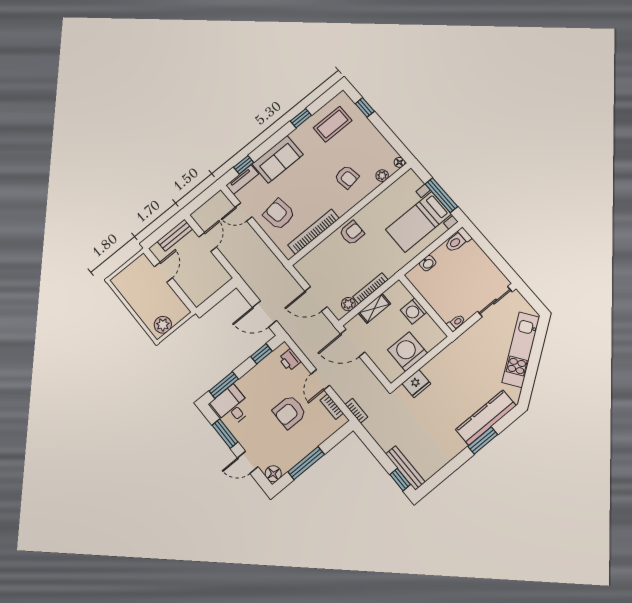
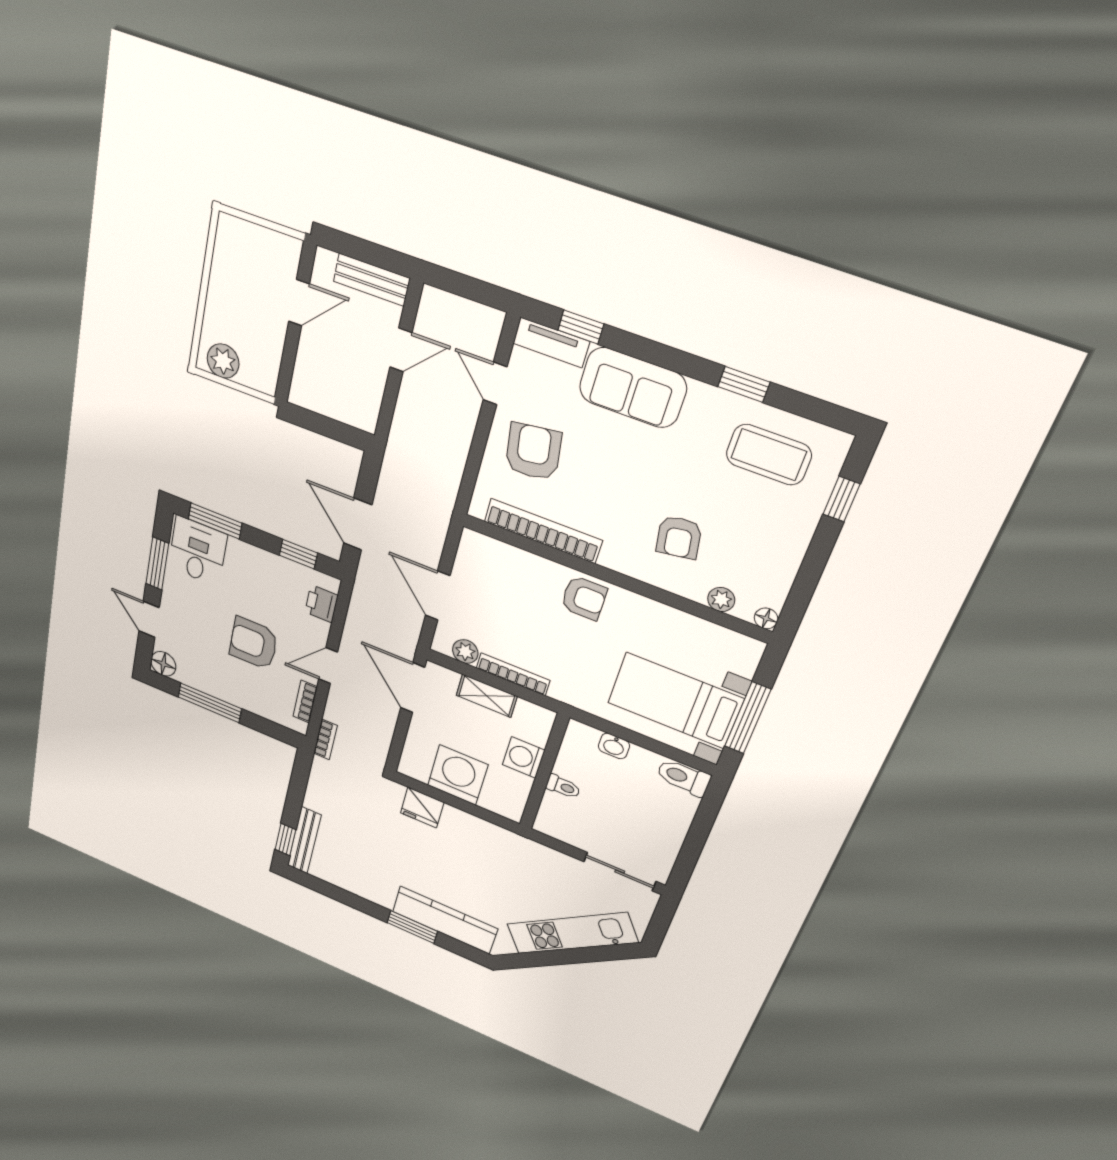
toilet: (456, 323) -> (563, 787), moved

